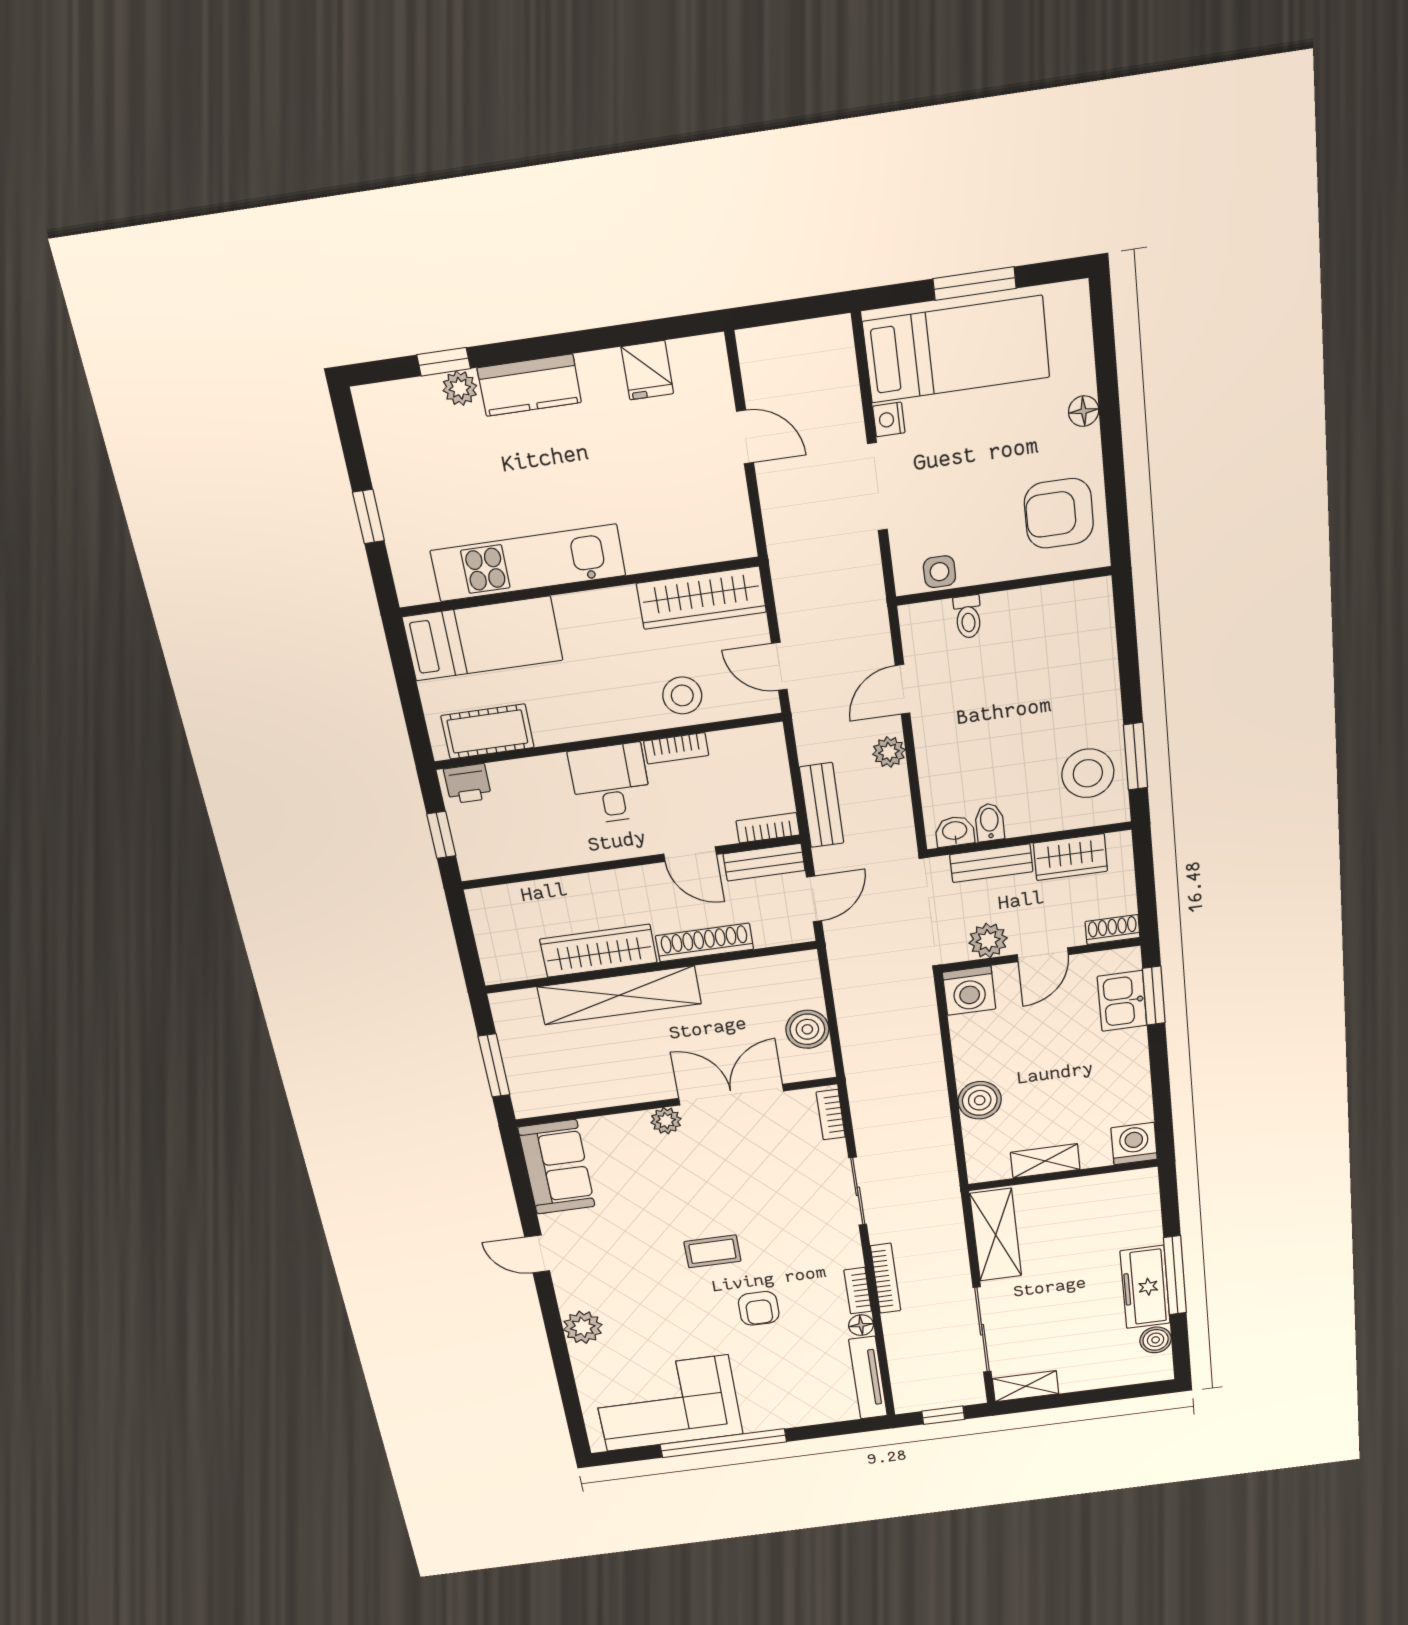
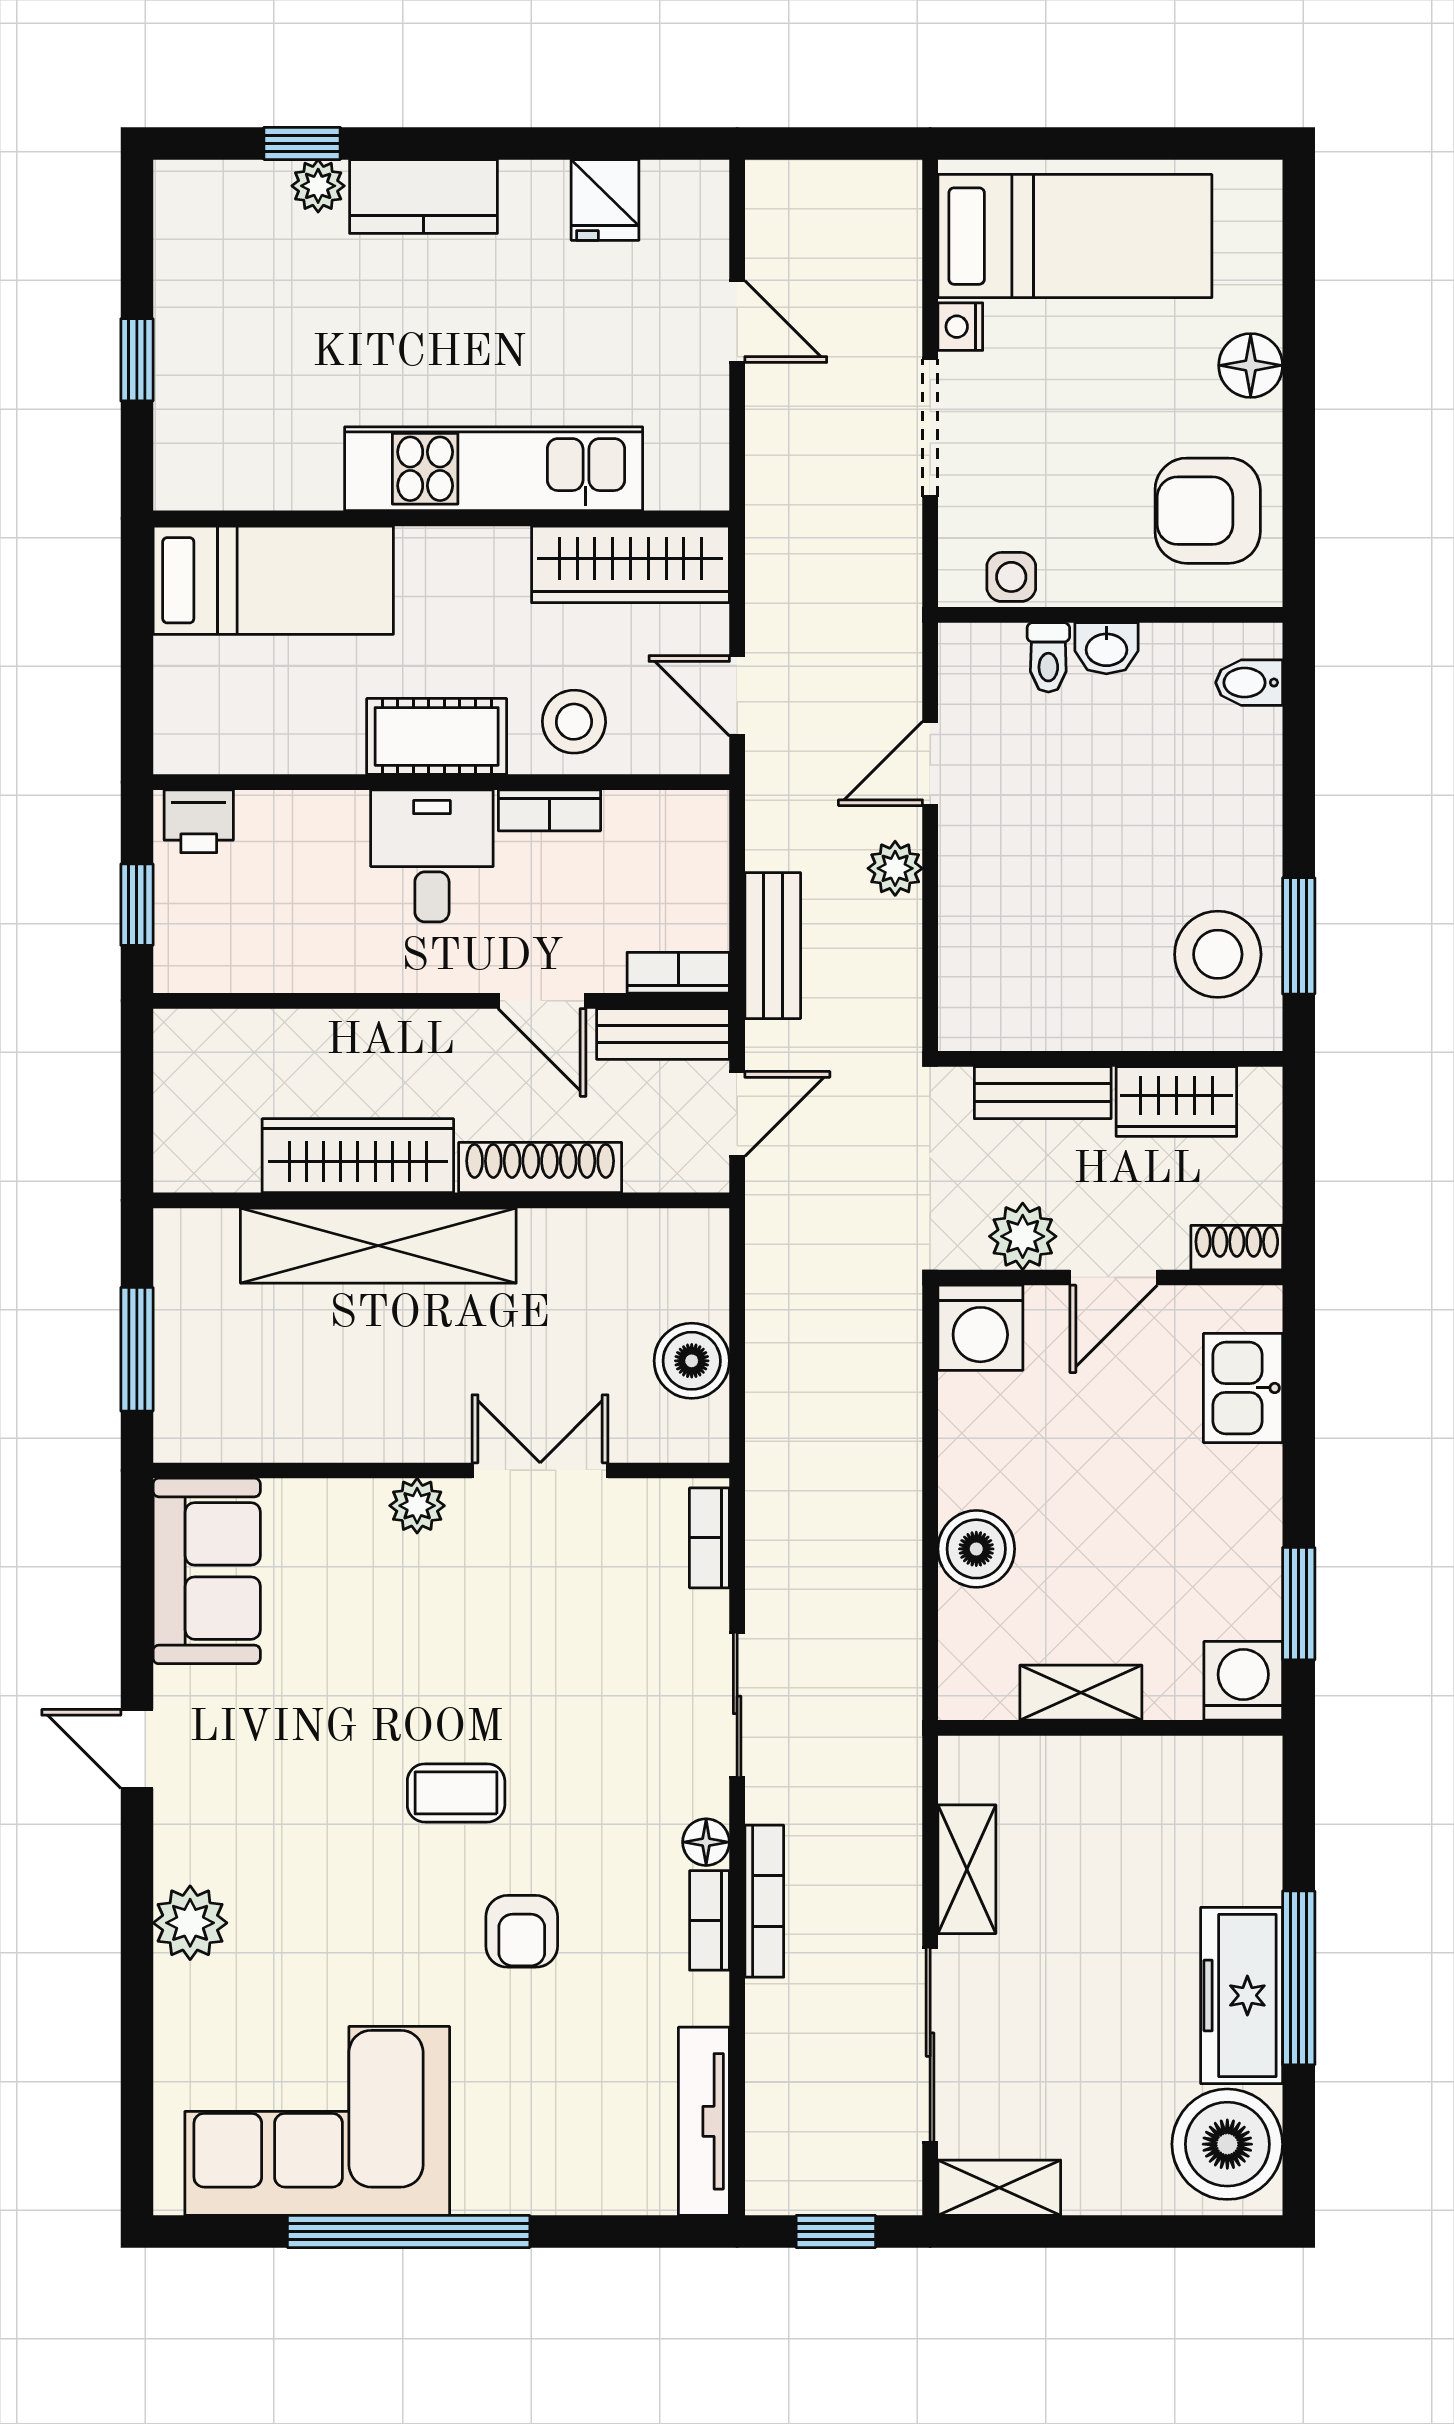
window: (975, 284) -> (1112, 143), removed
floor lamp: (1084, 411) -> (1251, 365), width x1.37, depth x1.37
kitchen unit: (528, 563) -> (494, 469), moved
cot: (487, 732) -> (437, 736), moved
bidet: (990, 822) -> (1249, 683), moved, turned -90
washbasin: (955, 831) -> (1106, 648), moved, turned 180
window: (1154, 996) -> (1299, 1604), moved
double door: (731, 1095) -> (540, 1470), width x0.73
shelving: (996, 1235) -> (967, 1869), width x0.67, depth x0.75
floor lamp: (861, 1325) -> (706, 1842), moved
boiler: (1156, 1340) -> (1227, 2144), width x1.86, depth x1.86

